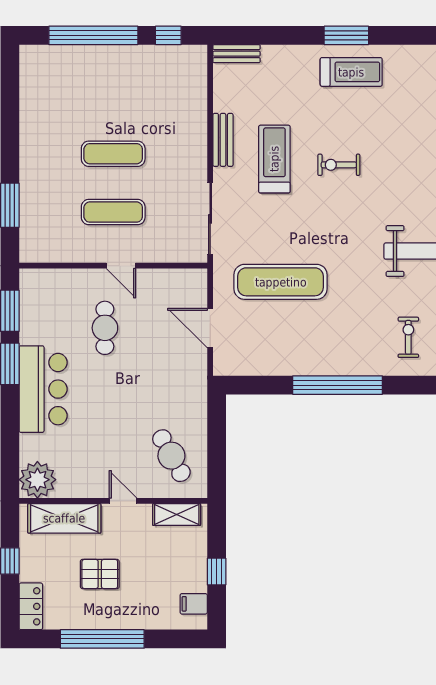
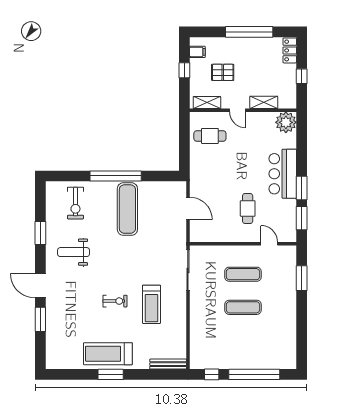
bench: (237, 54) -> (168, 364), width x1.36
treadmill: (351, 72) -> (108, 354), width x1.37, depth x1.37
bench: (223, 140) -> (181, 315), removed
door: (121, 266) -> (269, 244), moved
exercise mat: (281, 282) -> (127, 209), moved, turned 90
exercise bike: (408, 337) -> (75, 203), width x1.38, depth x1.39
cafe table: (171, 456) -> (210, 136), turned -61
shelving: (64, 518) -> (264, 102), width x0.67, depth x0.75
pallet: (100, 574) -> (223, 72), moved

